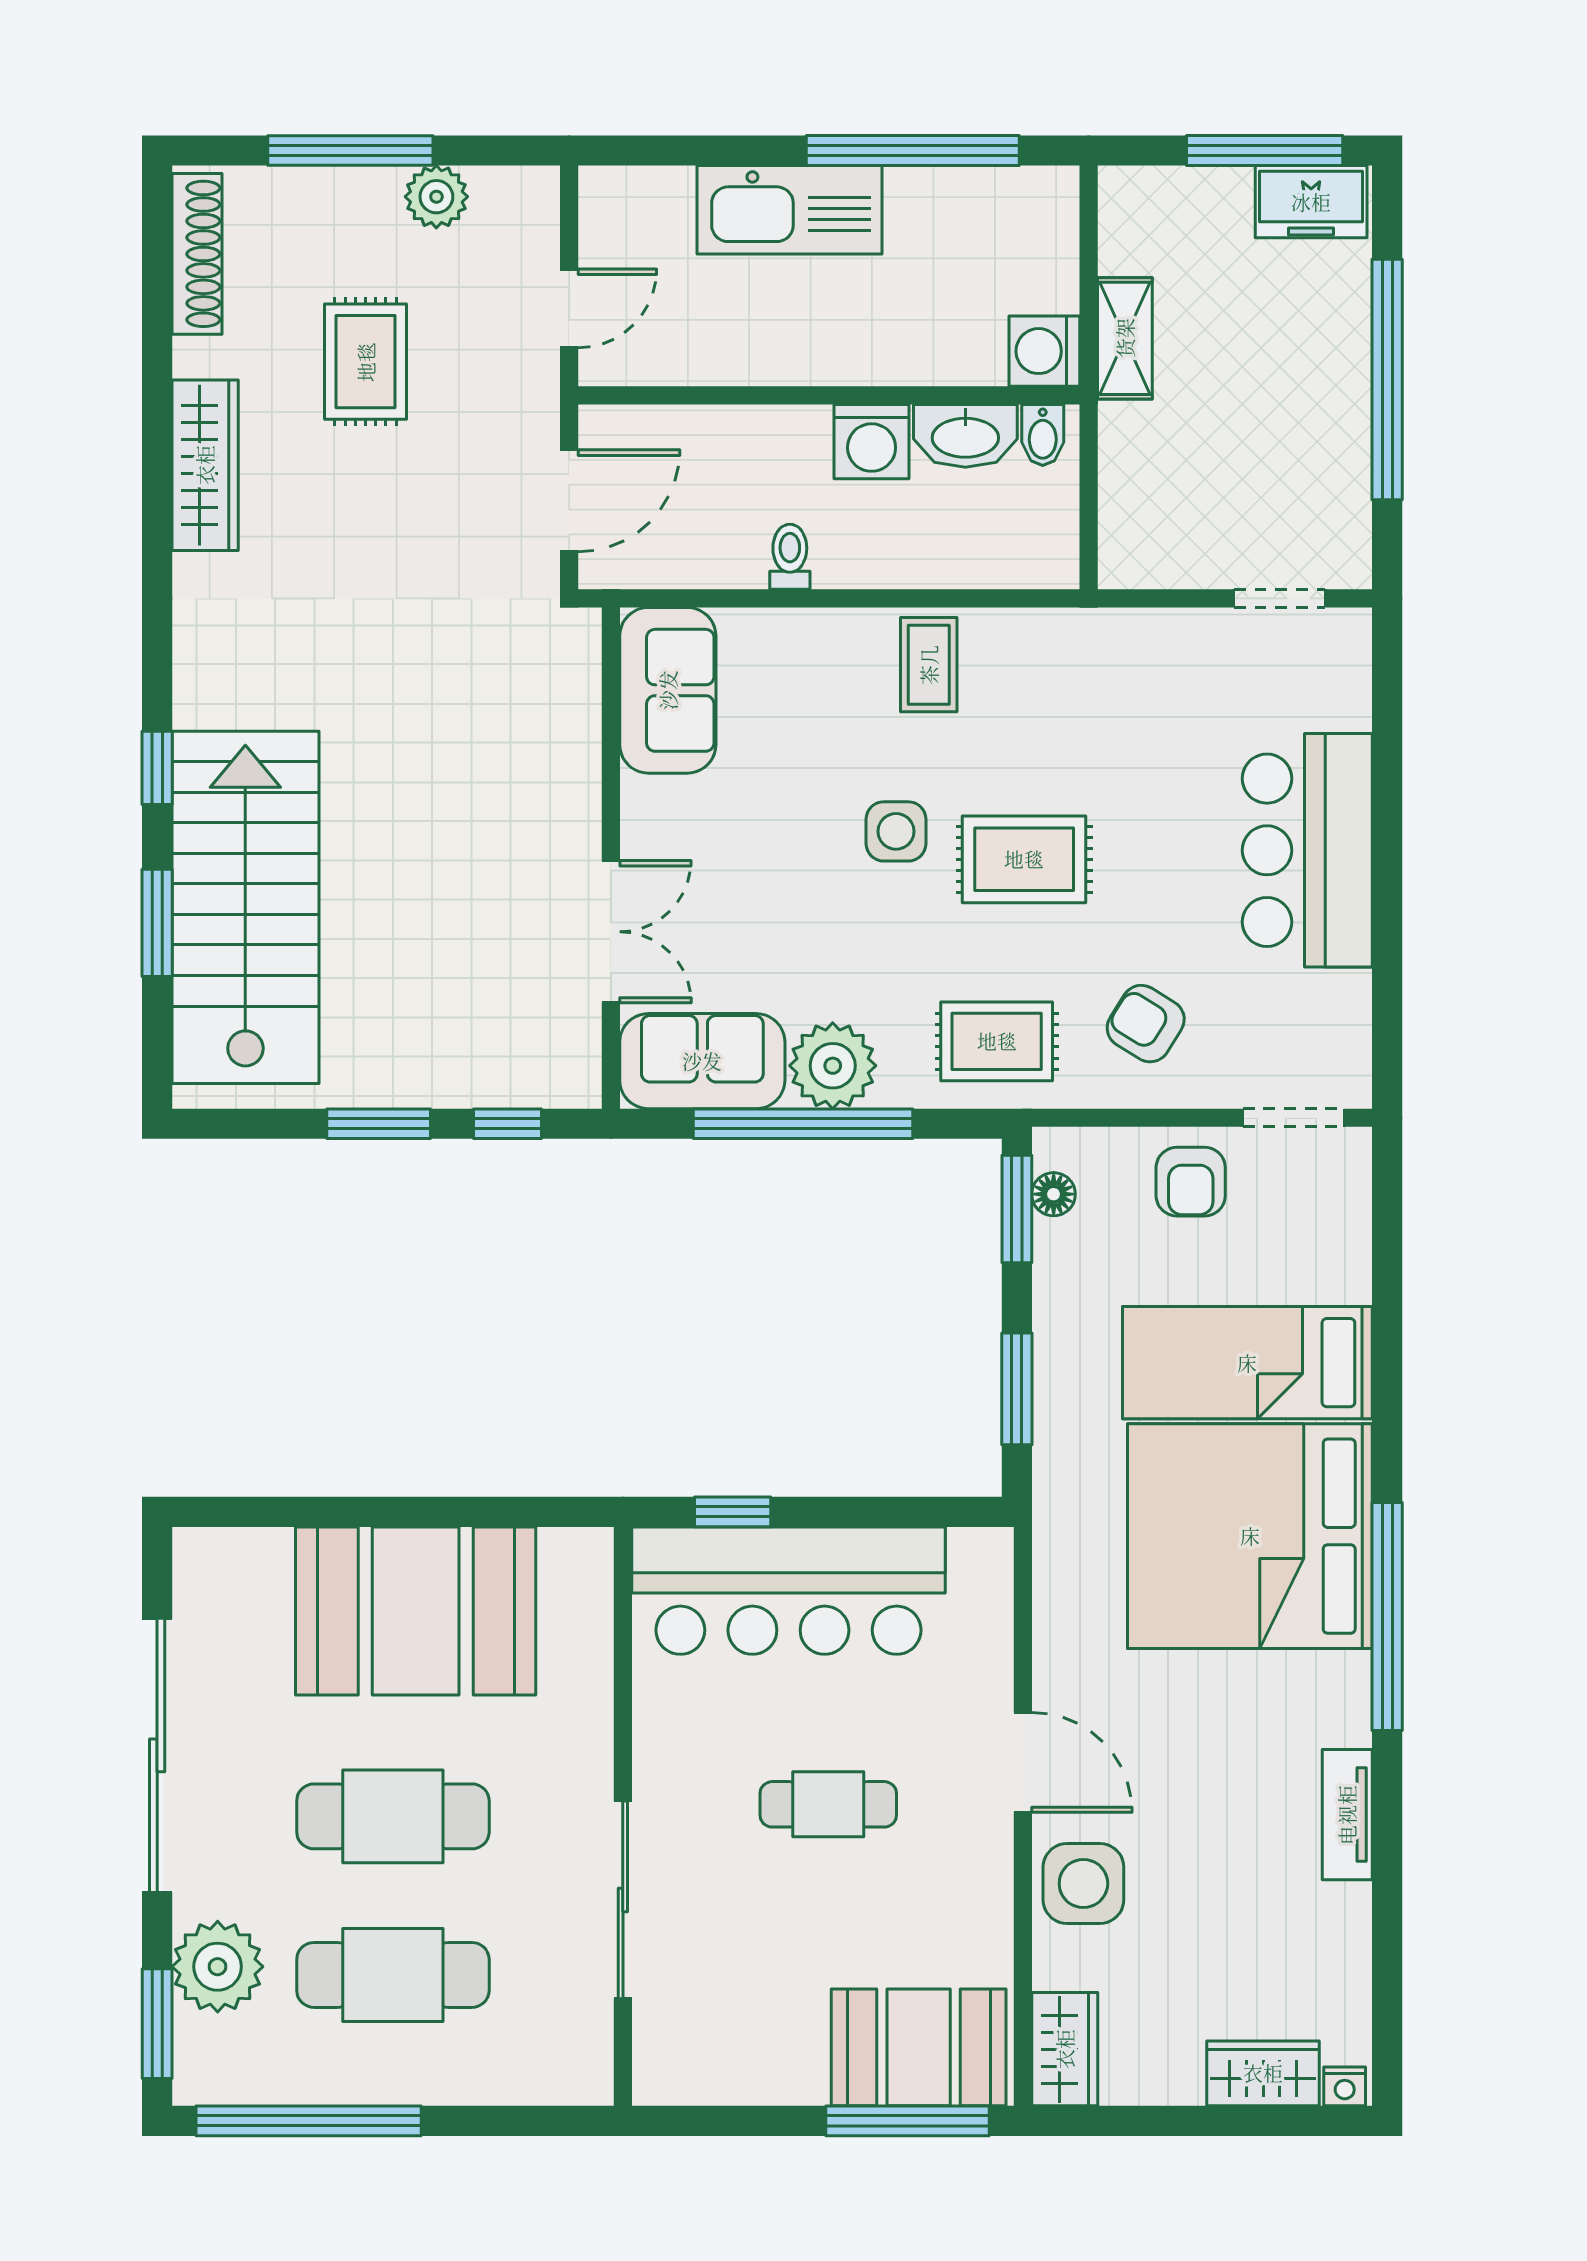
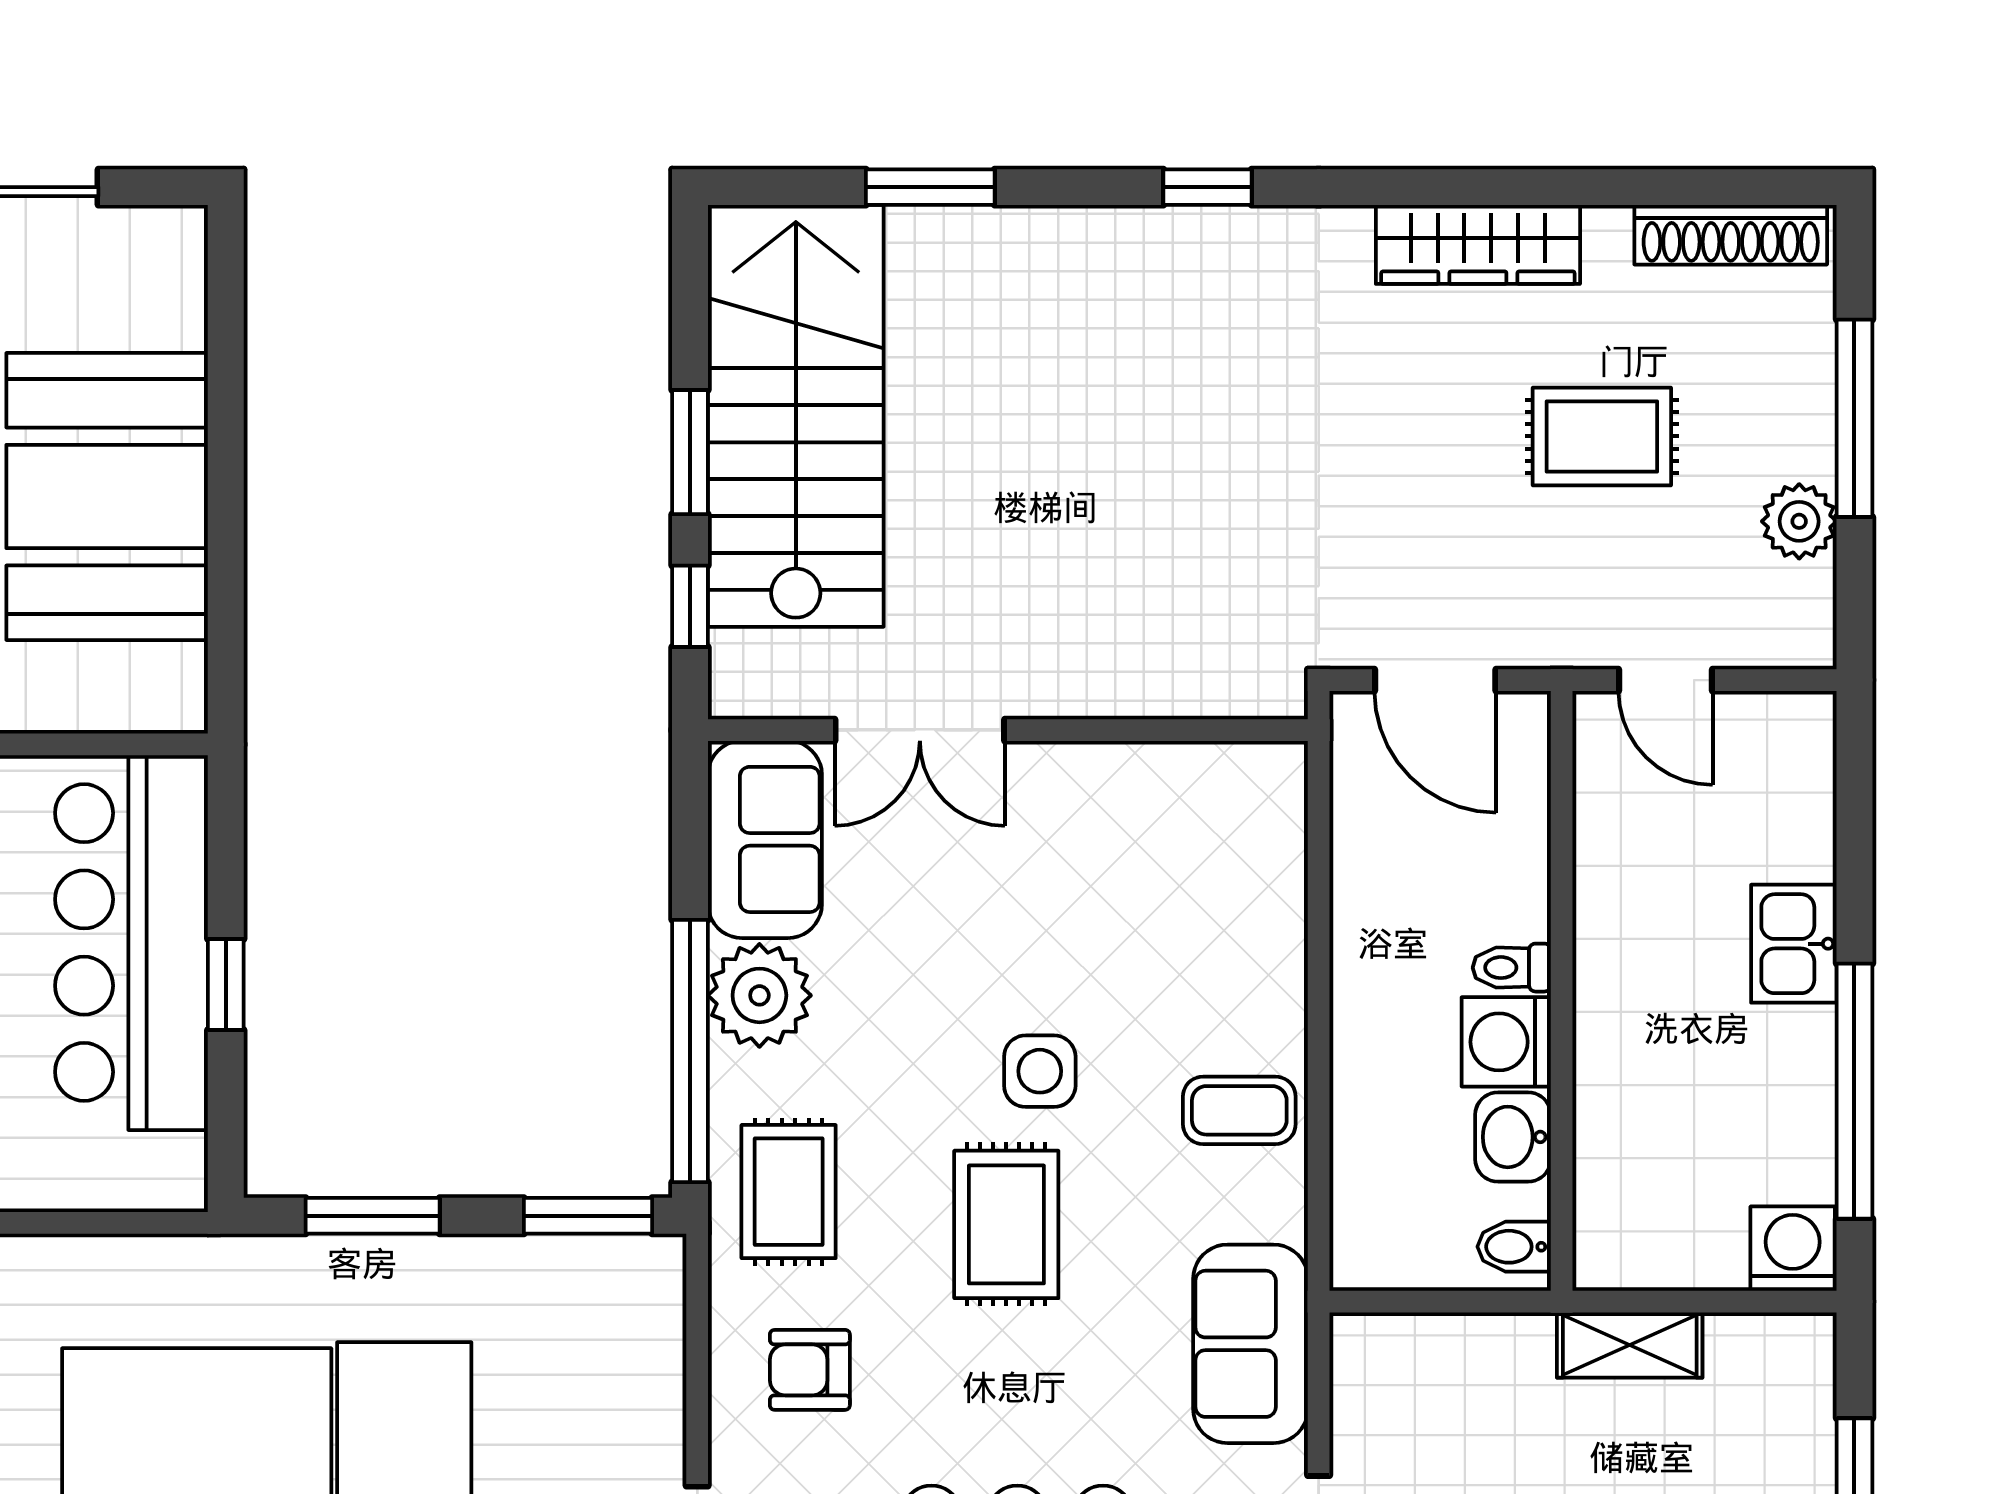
kitchen sink: (789, 210) -> (1794, 944), width x0.53, depth x0.81
washing machine: (1044, 351) -> (1793, 1249), moved
washbasin: (965, 436) -> (1513, 1137), width x0.72
toilet: (790, 557) -> (1512, 968), moved, turned 180
sofa: (668, 690) -> (1251, 1344), moved, turned 90
window: (157, 768) -> (1208, 187), moved
stairs: (245, 907) -> (796, 416), moved, turned -90
armchair: (1146, 1024) -> (810, 1370), turned -122
window: (803, 1124) -> (690, 1051), moved
armchair: (1191, 1182) -> (621, 1424), removed
floor lamp: (1054, 1194) -> (606, 1260), removed
window: (733, 1512) -> (226, 984), moved

